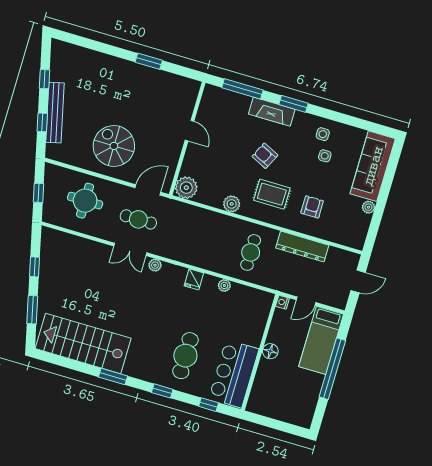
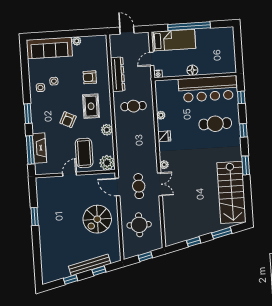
fireplace: (272, 112) -> (39, 148), moved
coffee table: (211, 161) -> (84, 153), added
door: (306, 301) -> (152, 59), swing flipped
bar counter: (234, 374) -> (208, 89), width x1.36

